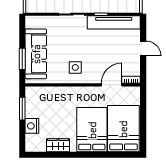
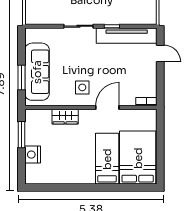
door: (143, 48) -> (160, 53), moved
door: (112, 85) -> (107, 107), moved
bed: (92, 130) -> (107, 159), width x0.67
wardrobe: (58, 145) -> (65, 117), moved, turned 180

